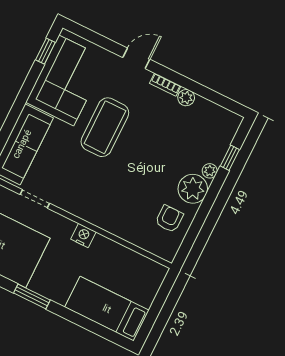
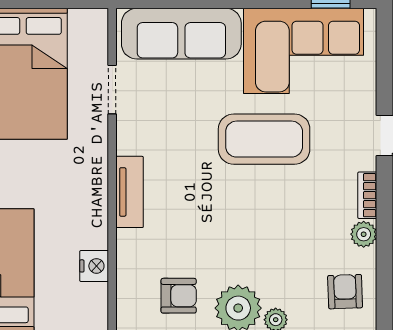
armchair: (213, 124) -> (345, 292), added
tv unit: (97, 218) -> (130, 192), added
nightstand: (83, 236) -> (94, 266), moved

